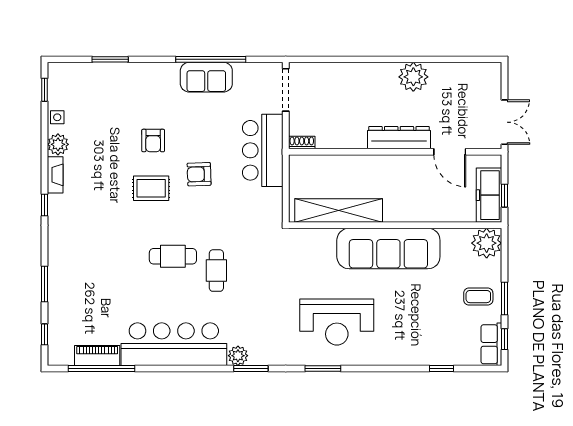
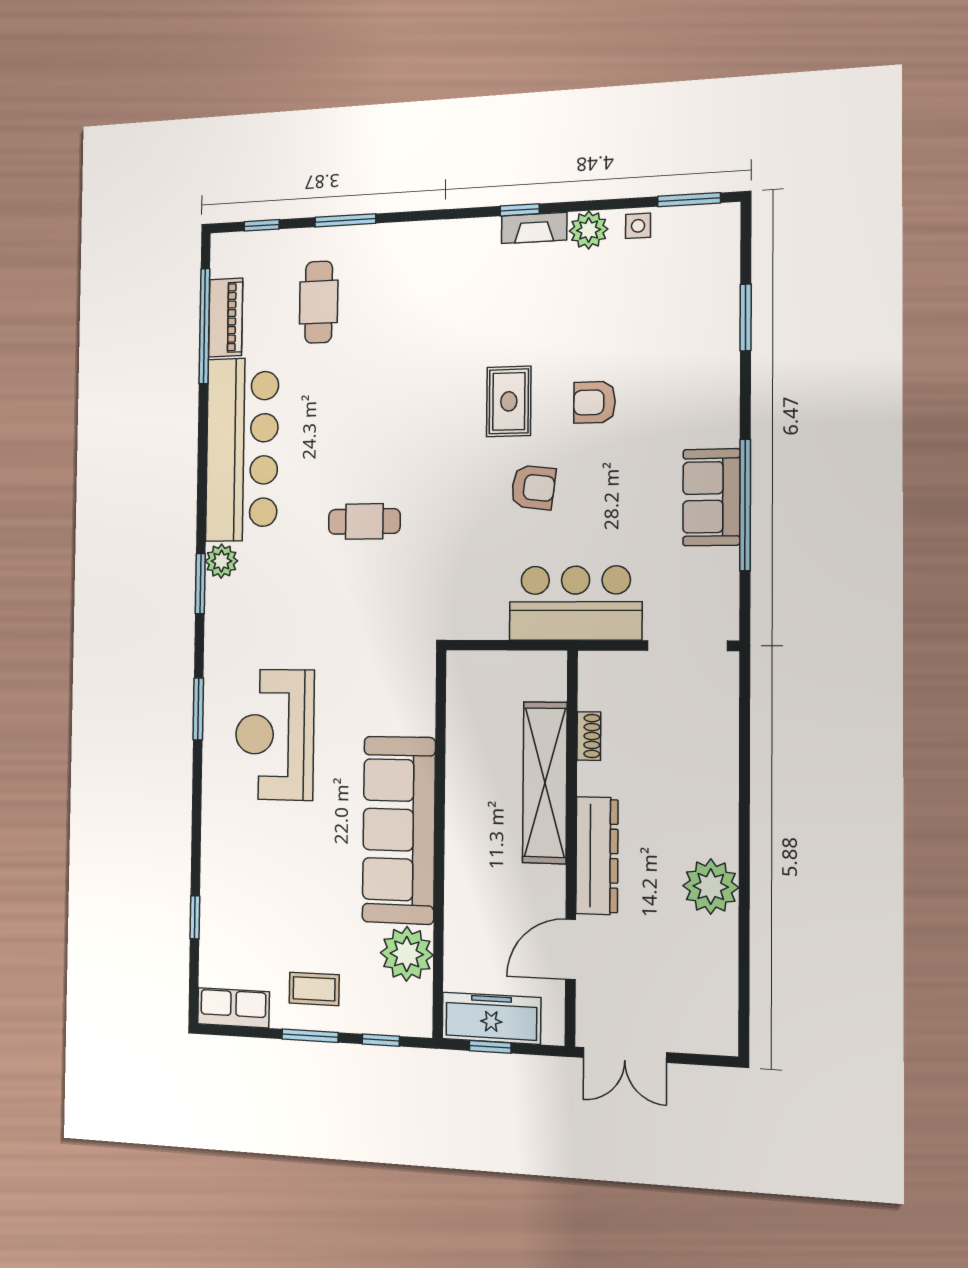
window: (44, 90) -> (689, 200), width x1.50
shoe rack: (302, 142) -> (589, 736), moved
armchair: (199, 174) -> (533, 487), turned 99
window: (44, 205) -> (520, 210), moved
shelving: (339, 210) -> (545, 783), moved
plant: (487, 243) -> (407, 954), moved
cafe table: (173, 256) -> (319, 302), moved
coffee table: (478, 297) -> (314, 989), turned 90
window: (504, 339) -> (381, 1040), moved

